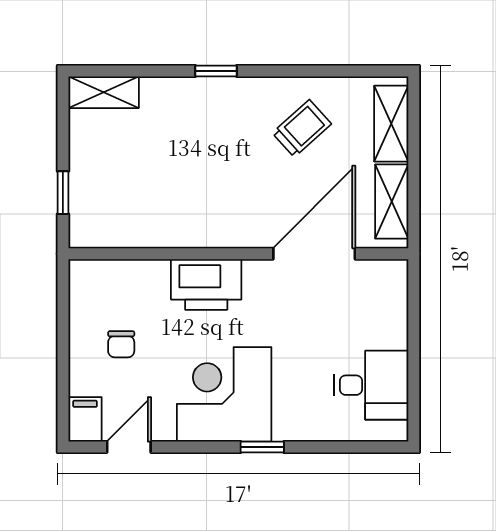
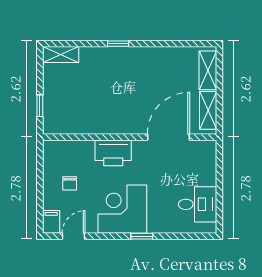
trolley: (302, 128) -> (162, 73), removed

